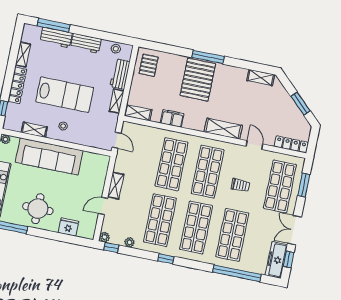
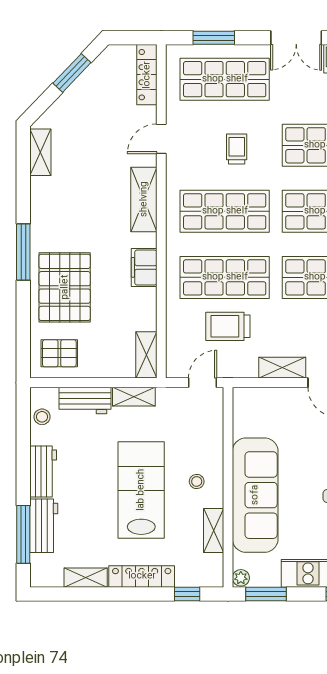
pallet: (198, 80) -> (65, 287), moved, turned 90
filing cabinet: (172, 118) -> (144, 267), moved
trolley: (144, 161) -> (228, 326), added

